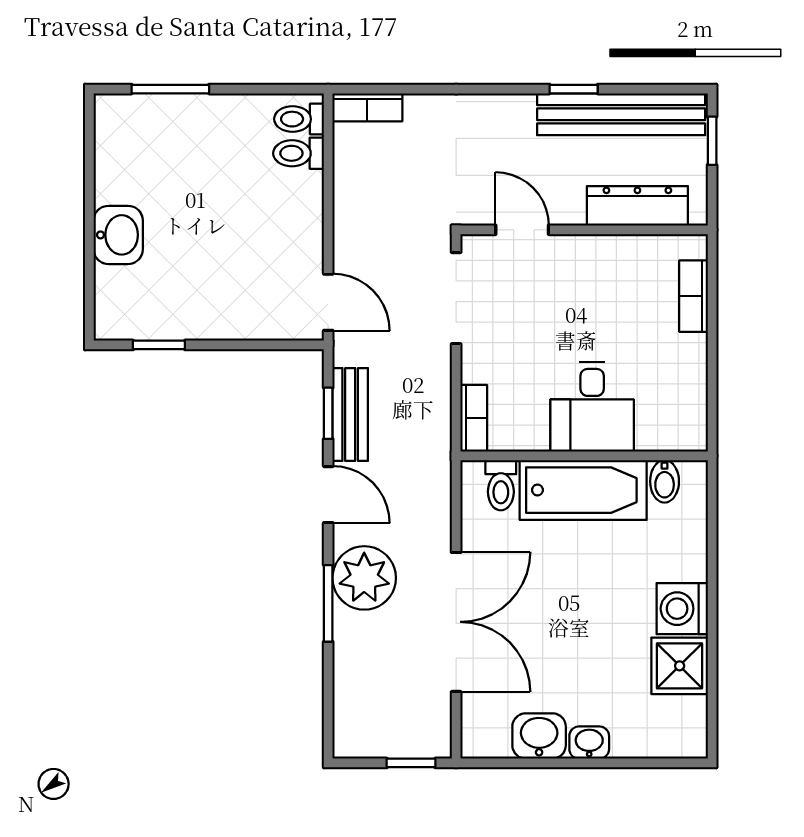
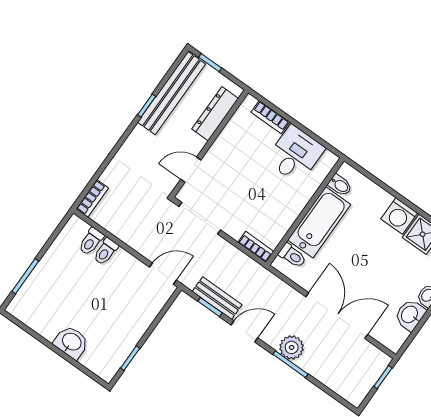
toilet: (299, 119) -> (106, 251), moved
desk: (592, 407) -> (295, 154), moved, turned -90
plant: (364, 578) -> (292, 347), width x0.73, depth x0.73

